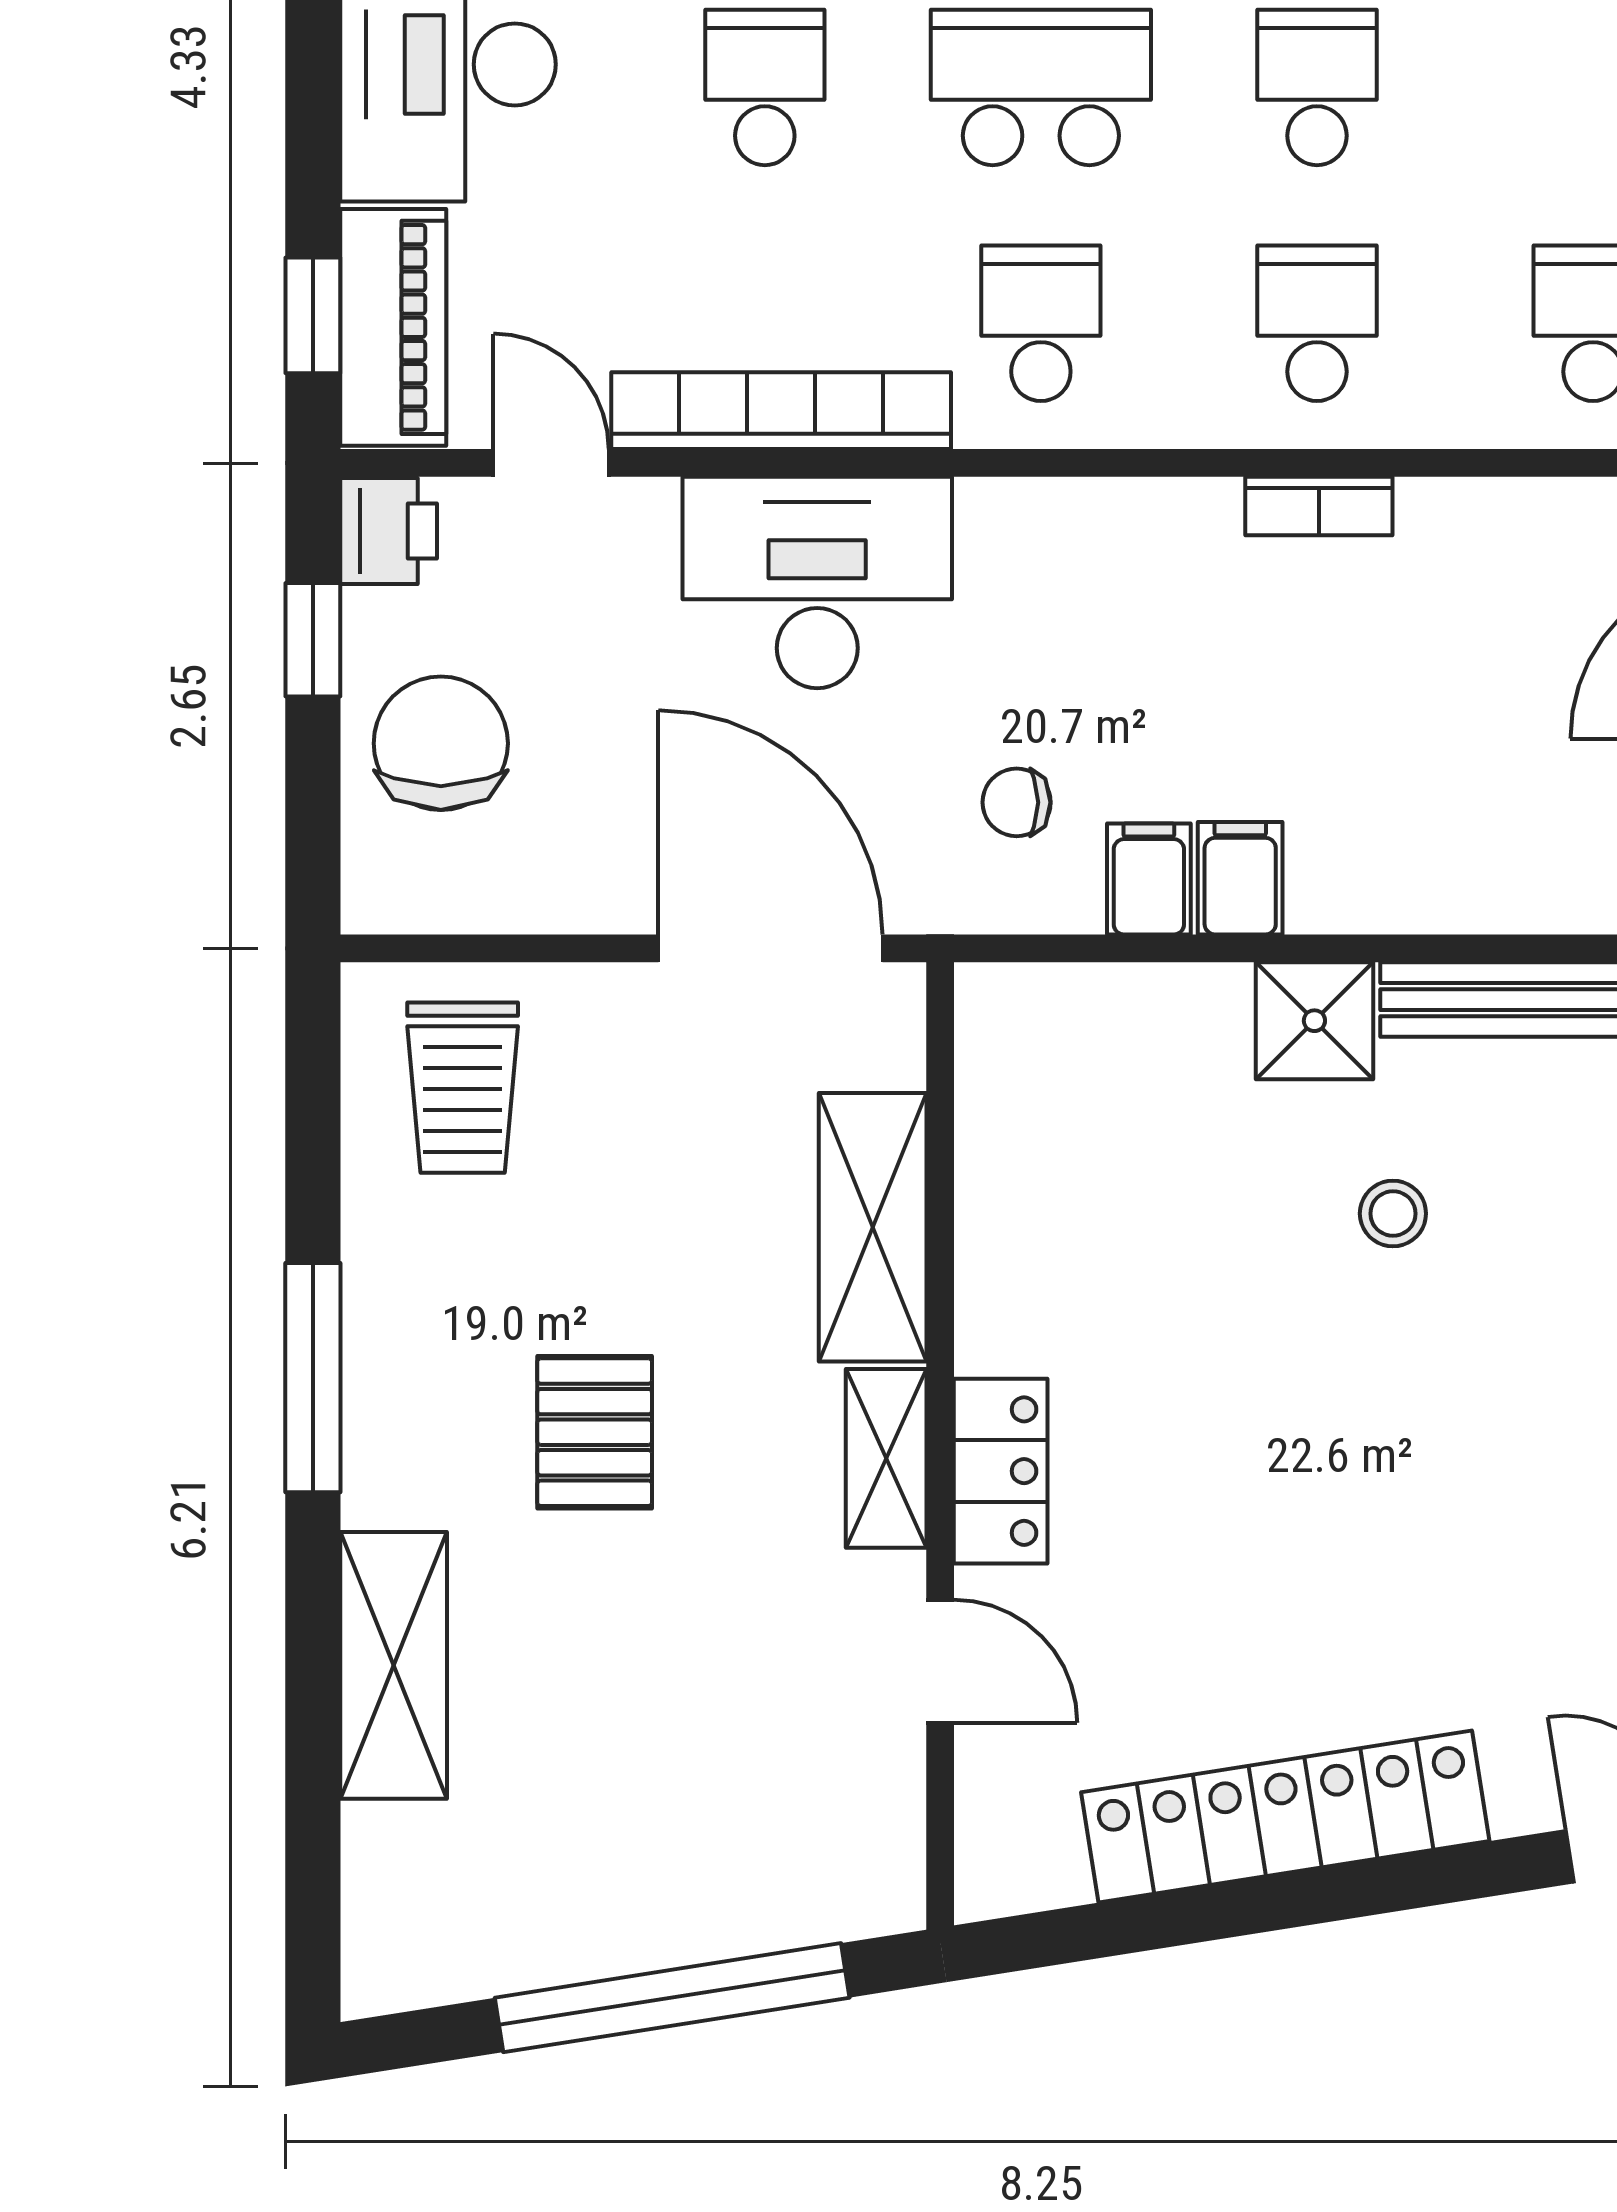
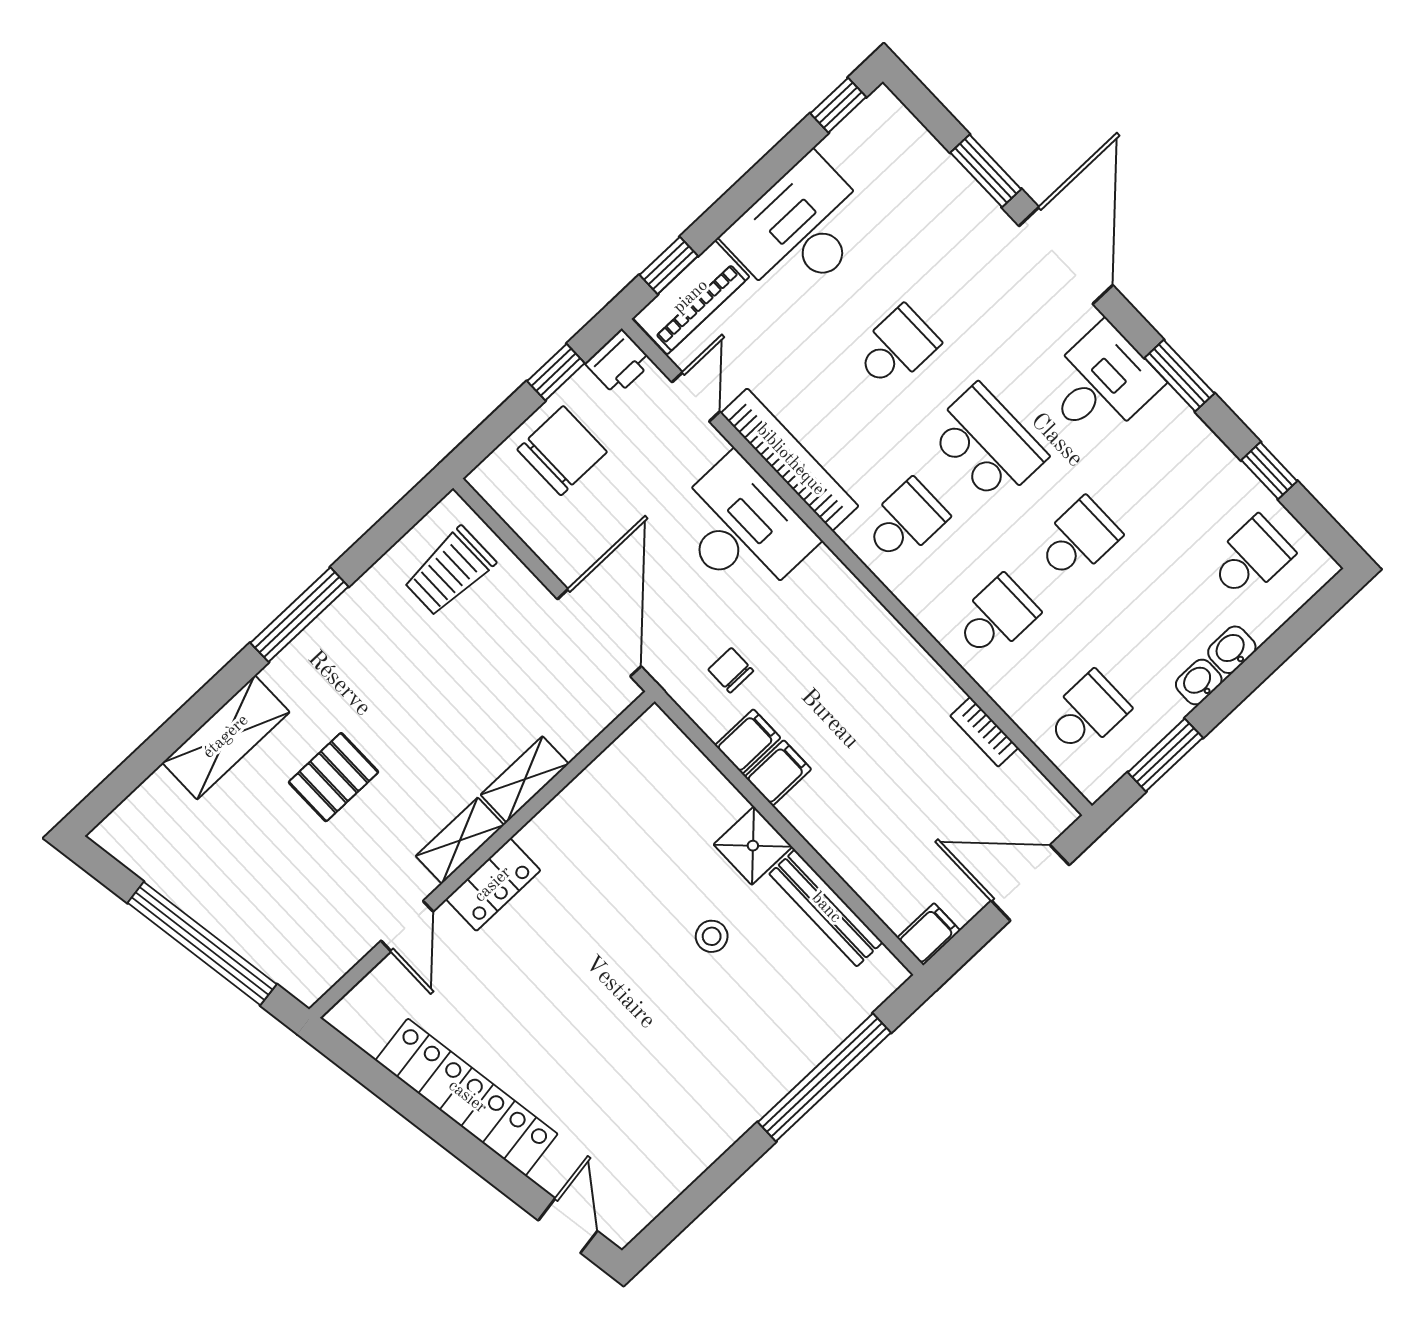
bookcase: (1319, 506) -> (984, 732), moved
shelving: (873, 1227) -> (525, 779), width x0.67, depth x0.75
pallet: (595, 1432) -> (333, 777), moved

